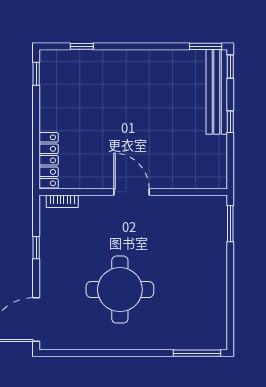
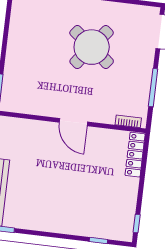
window: (36, 248) -> (153, 88), width x2.17
round table: (120, 290) -> (92, 47), turned 38

